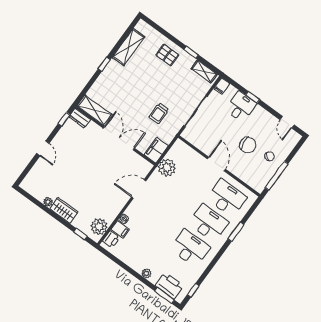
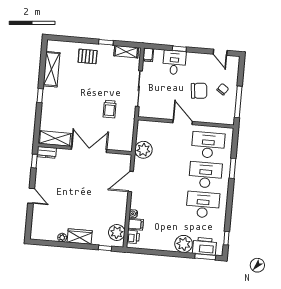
filing cabinet: (156, 150) -> (126, 141), removed
plant: (146, 273) -> (184, 244), width x1.87, depth x1.87

